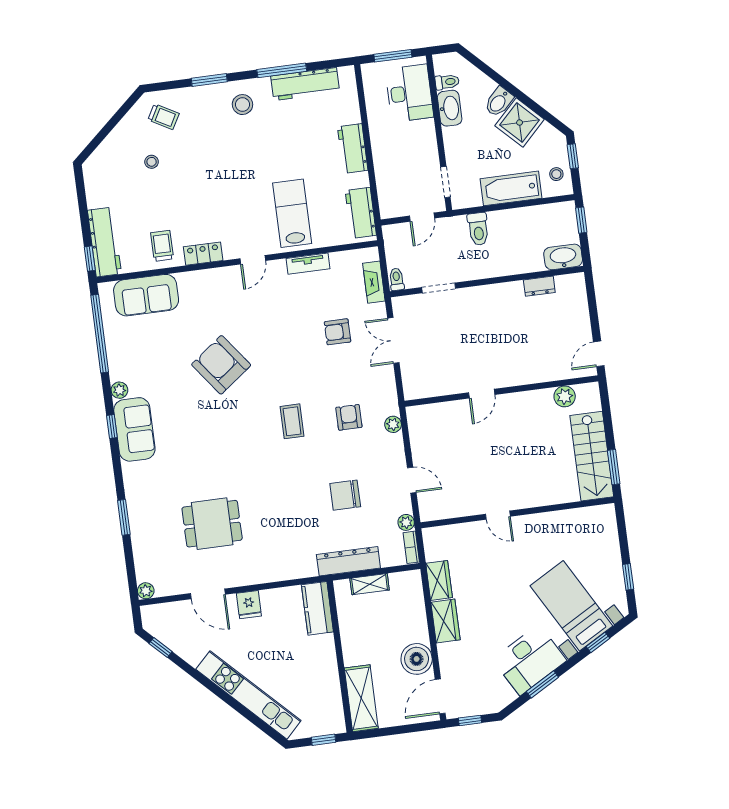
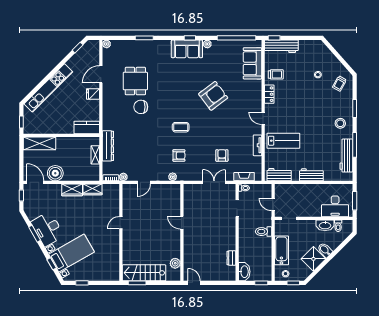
chair: (345, 495) -> (141, 107), moved, turned -90

